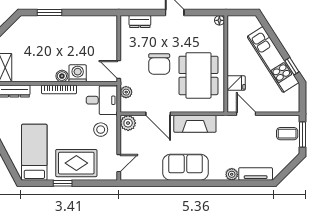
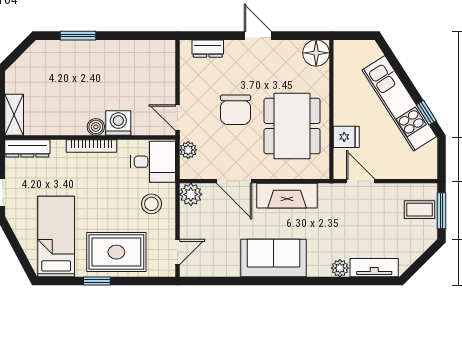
floor lamp: (219, 20) -> (316, 53), width x1.89, depth x1.89

